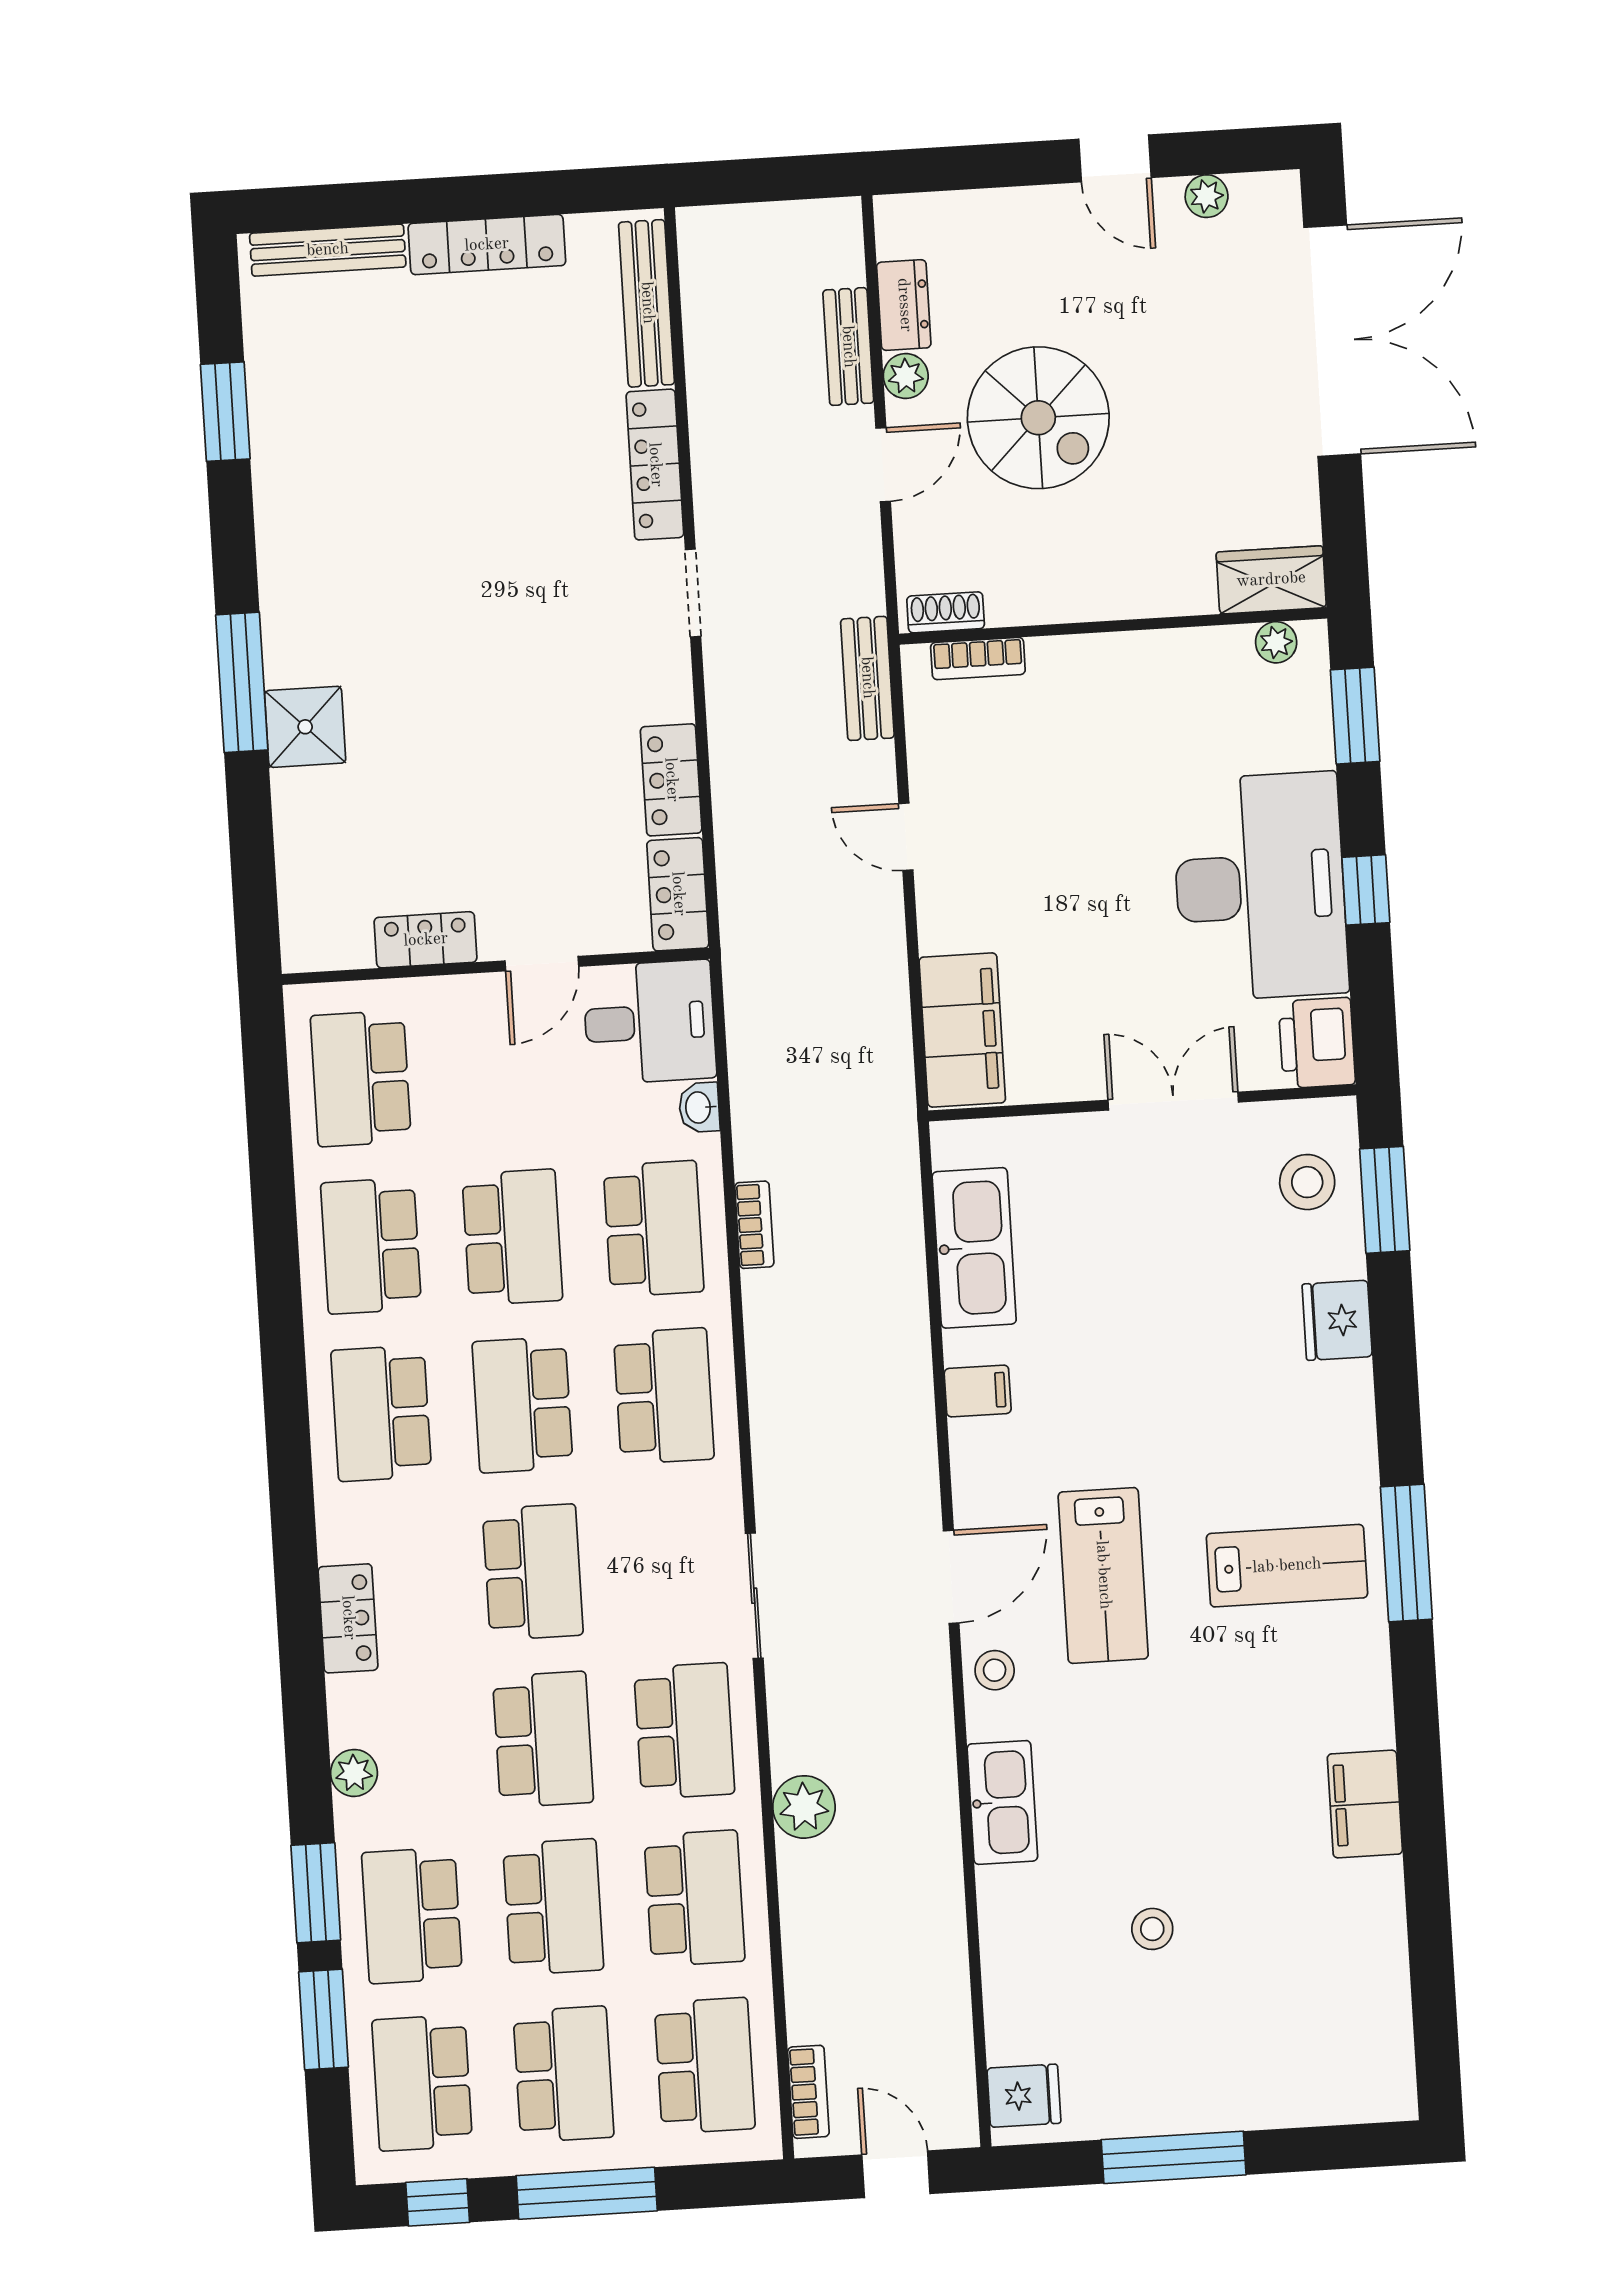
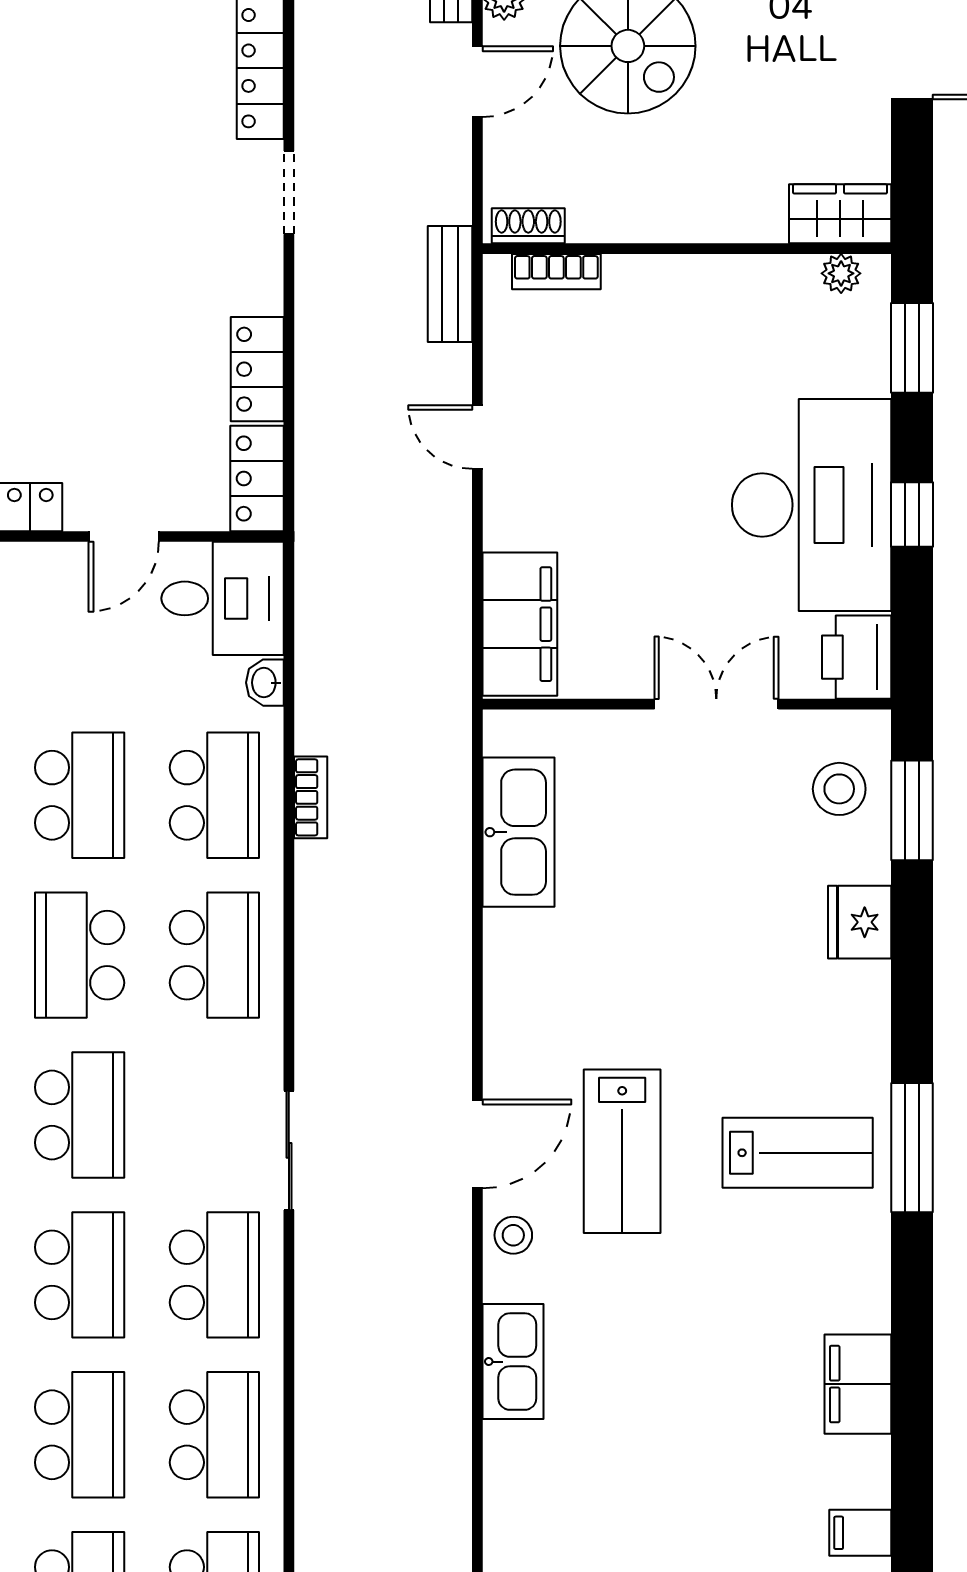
filing cabinet: (978, 1391) -> (860, 1533), moved, turned 180
plant: (804, 1807) -> (324, 1354), removed
stool: (1152, 1929) -> (648, 1491), removed

